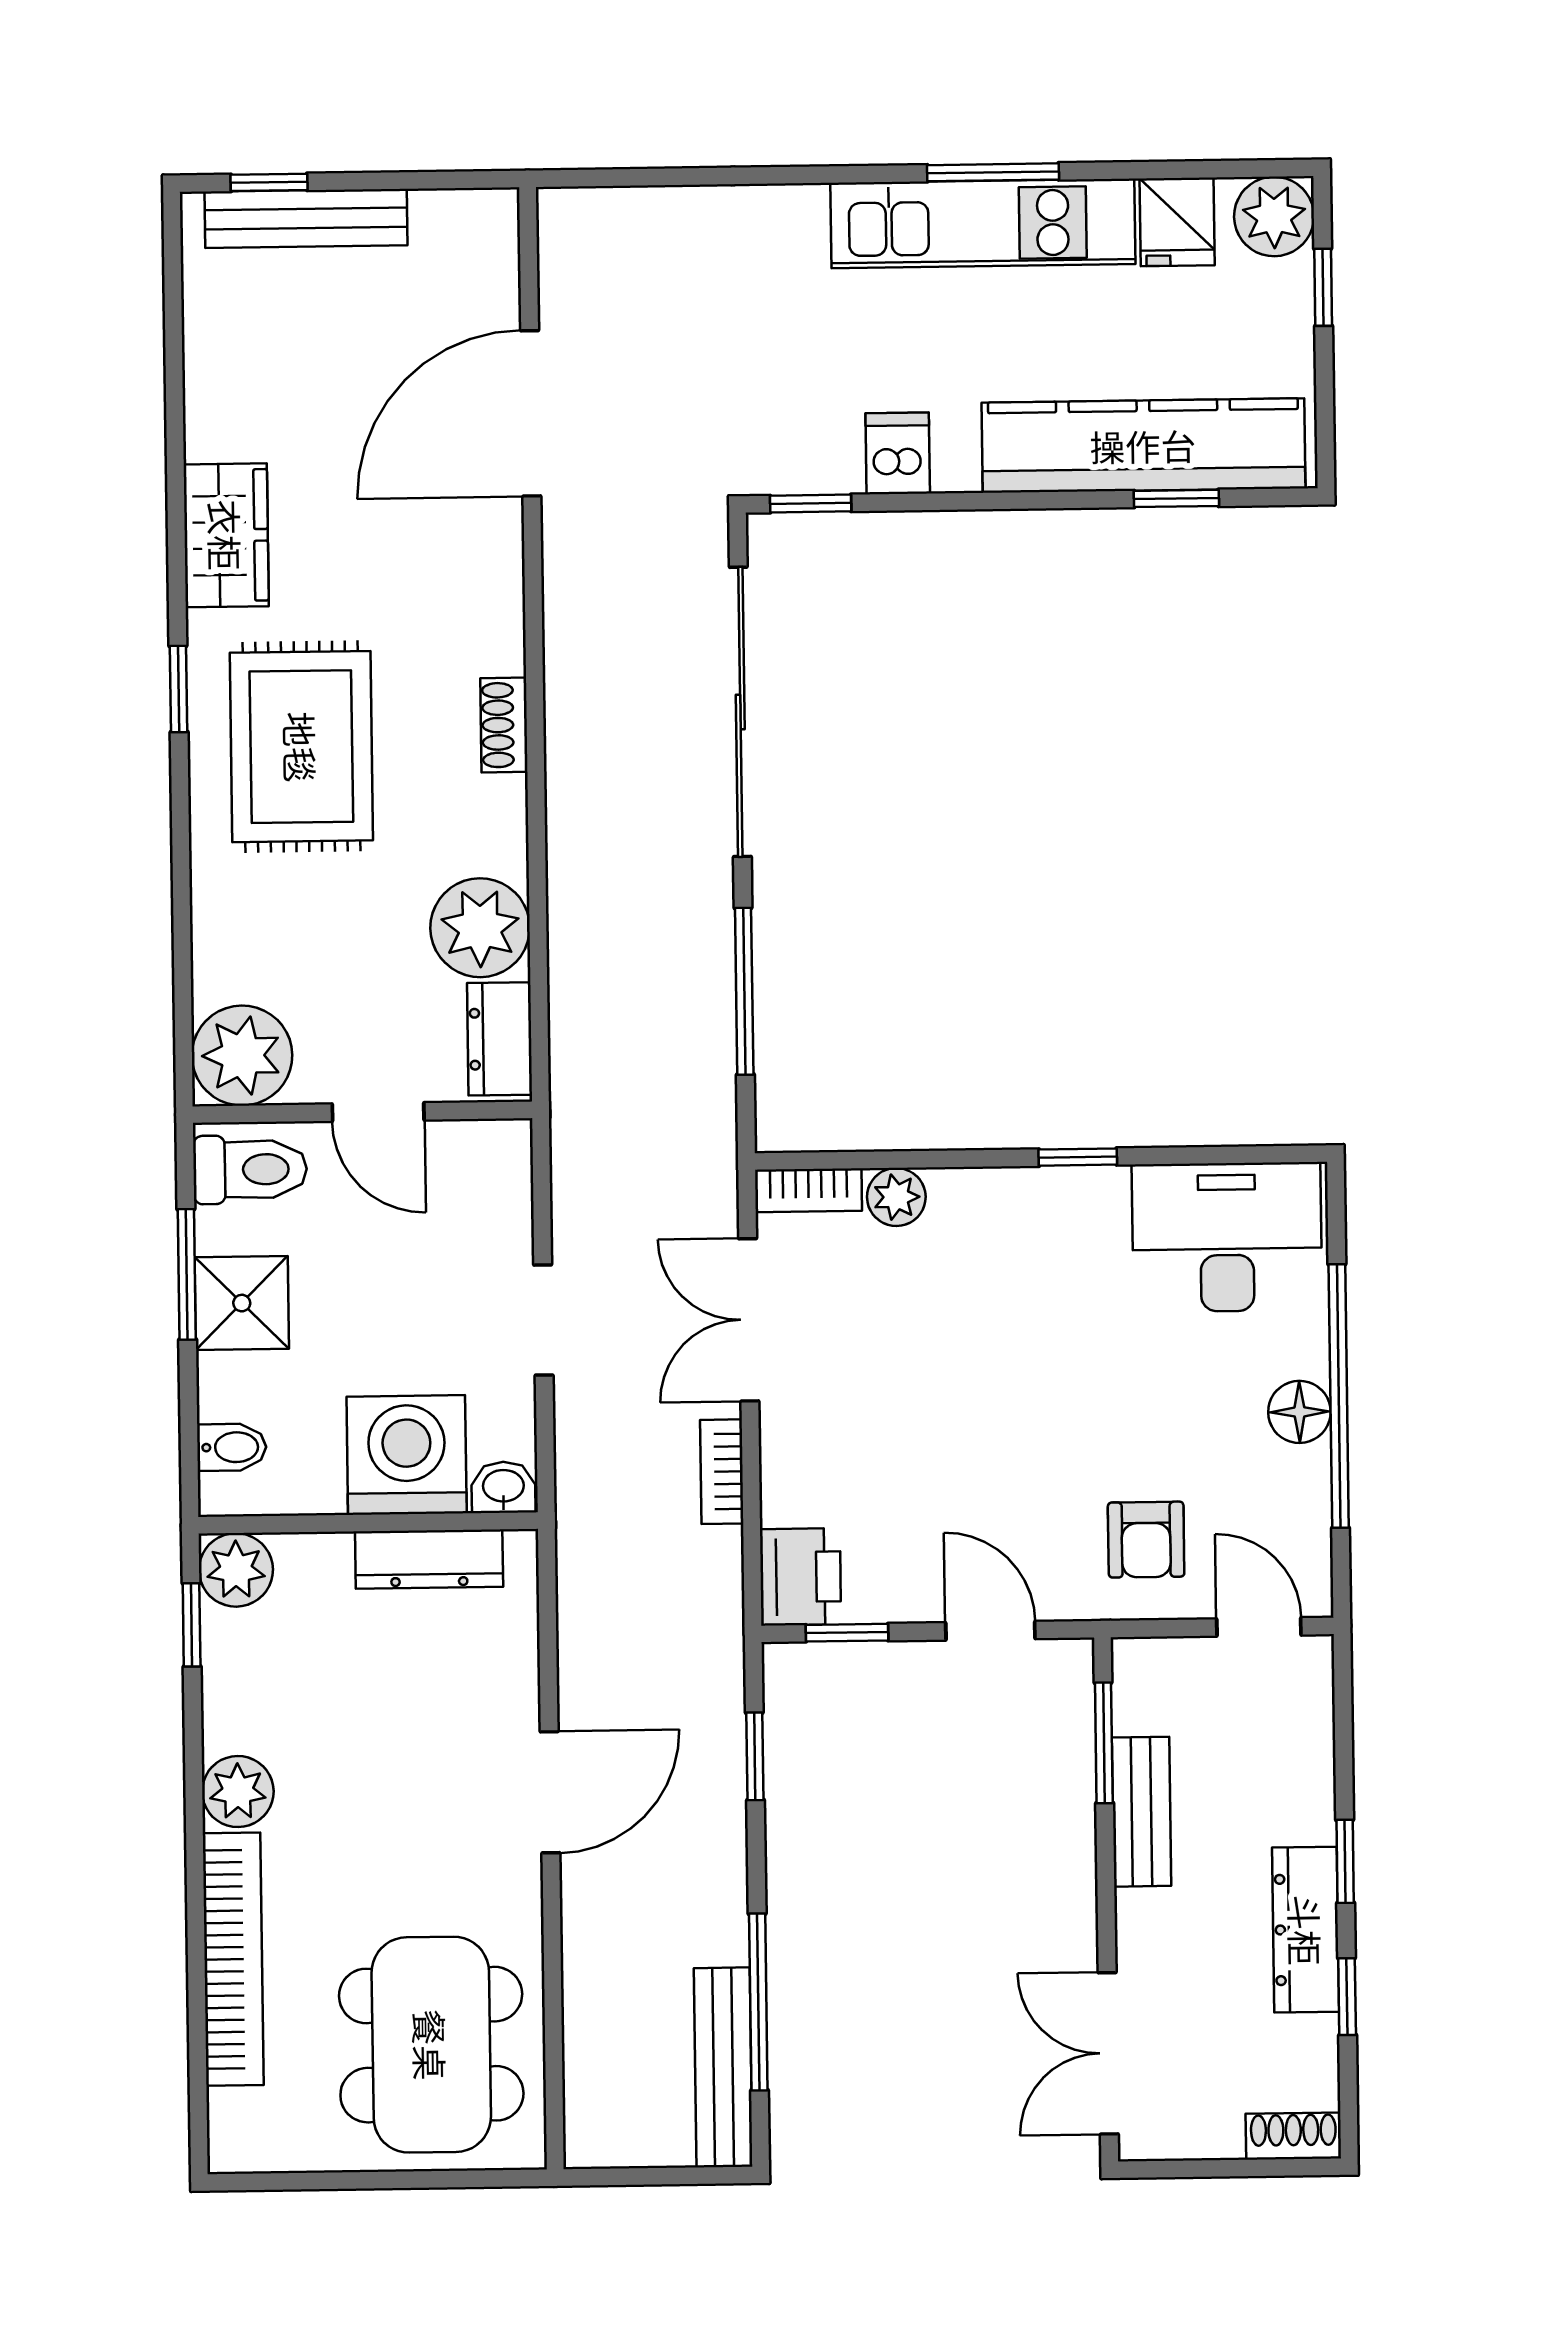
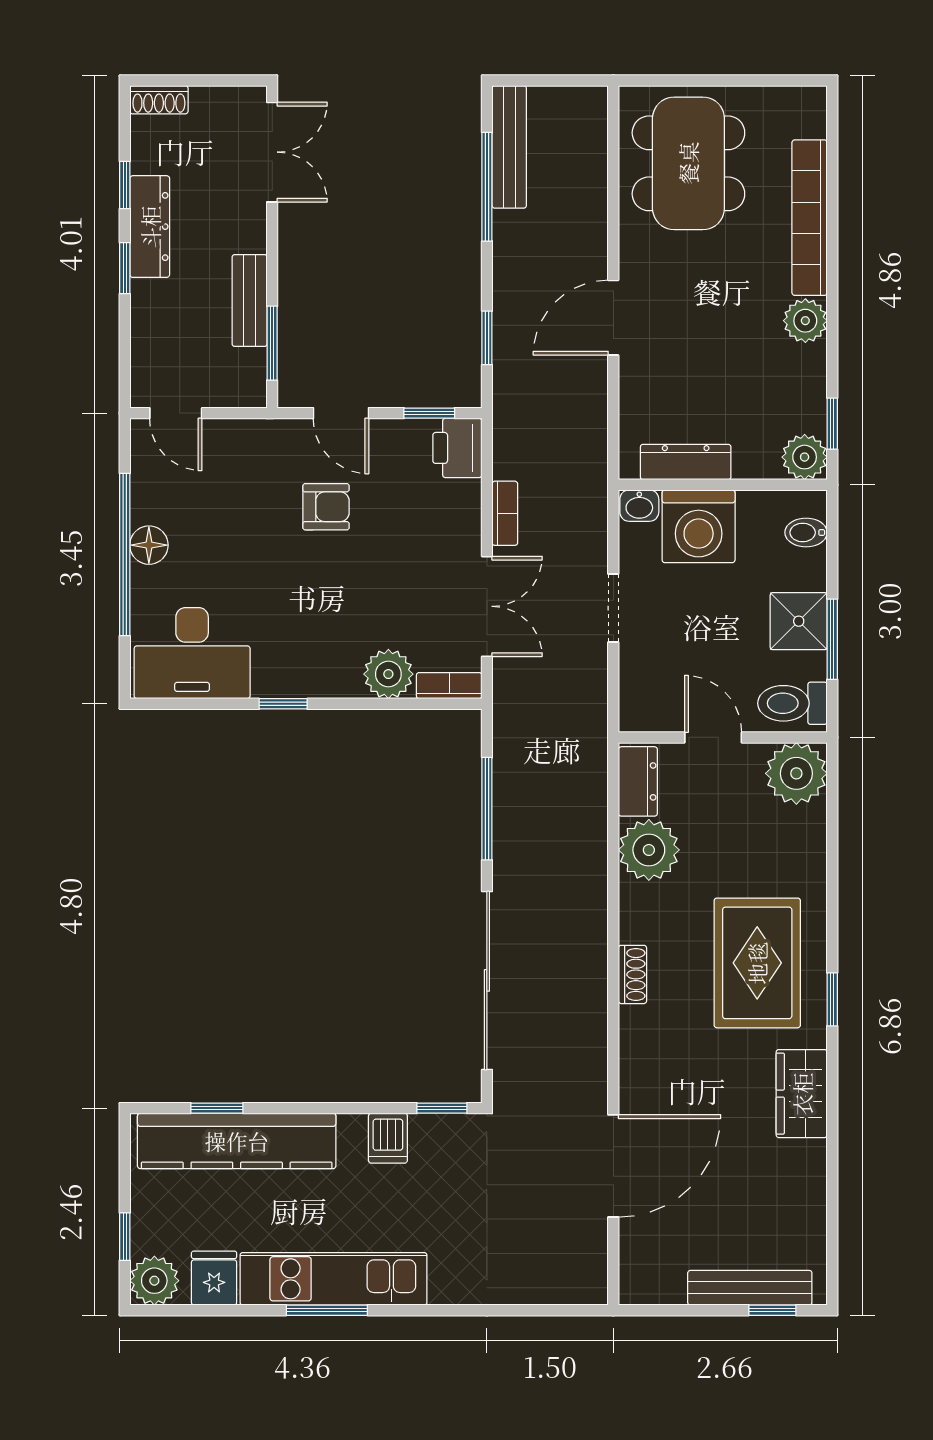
plant: (896, 1197) -> (388, 674), width x1.38, depth x1.38
armchair: (1146, 1540) -> (326, 507), moved, turned 90

